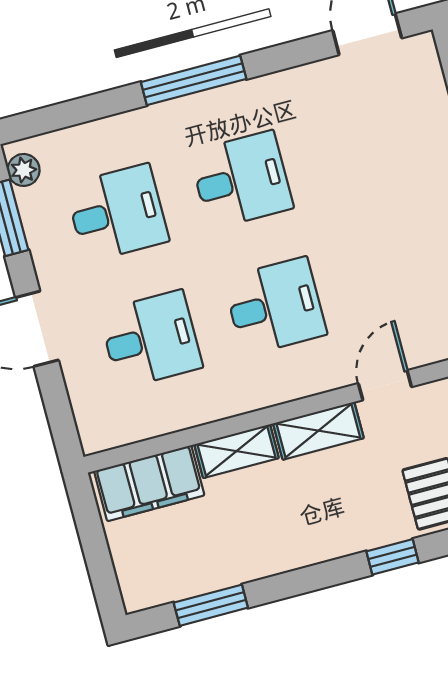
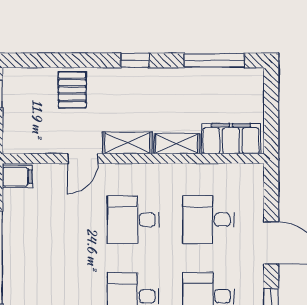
window: (392, 557) -> (135, 60), moved
window: (211, 605) -> (214, 60), width x1.44

